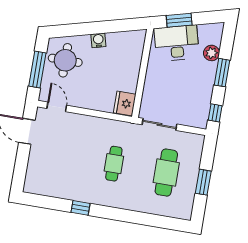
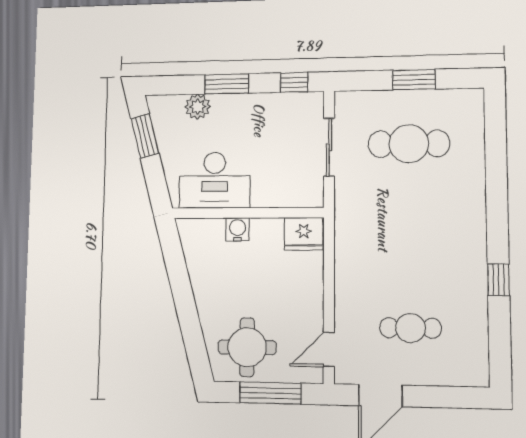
window: (179, 20) -> (145, 136), moved
water cooler: (98, 40) -> (237, 229), moved, turned 105
desk: (177, 43) -> (215, 180), moved, turned -75
sliding door: (159, 124) -> (329, 147), moved
cafe table: (114, 164) -> (410, 328), moved

